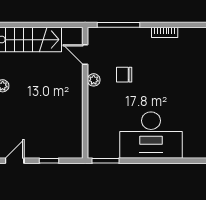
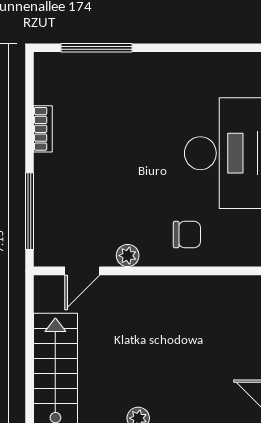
chair: (124, 75) -> (187, 235), moved, turned -90

